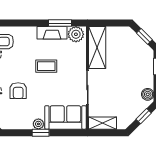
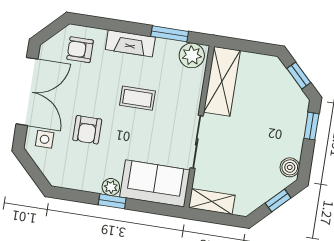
fireplace: (52, 33) -> (130, 43), moved

